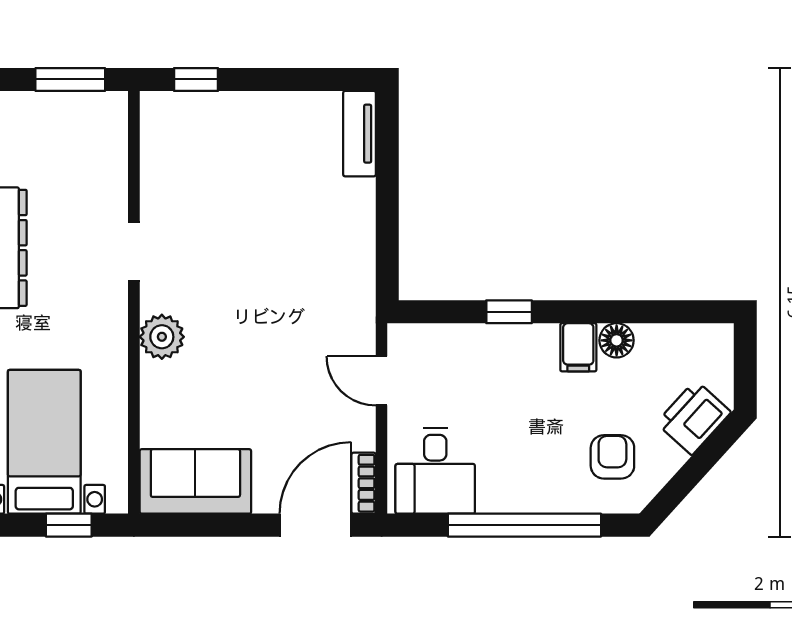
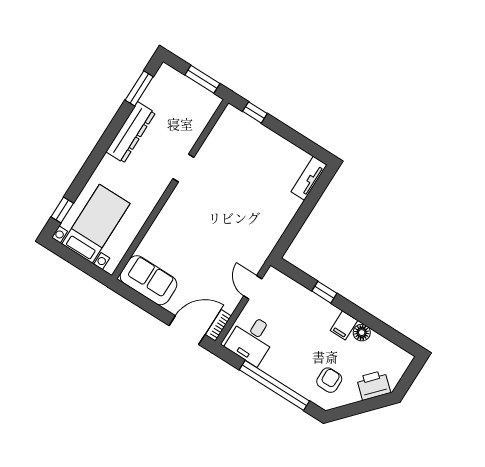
plant: (162, 337) -> (173, 211), removed
window: (69, 525) -> (84, 265), removed

